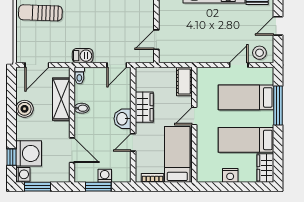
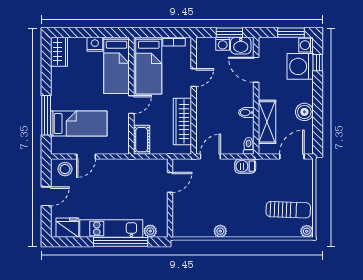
wardrobe: (144, 107) -> (182, 121), width x1.50
washbasin: (123, 119) -> (241, 46), moved, turned 90
bed: (246, 140) -> (116, 65), moved, turned 90

